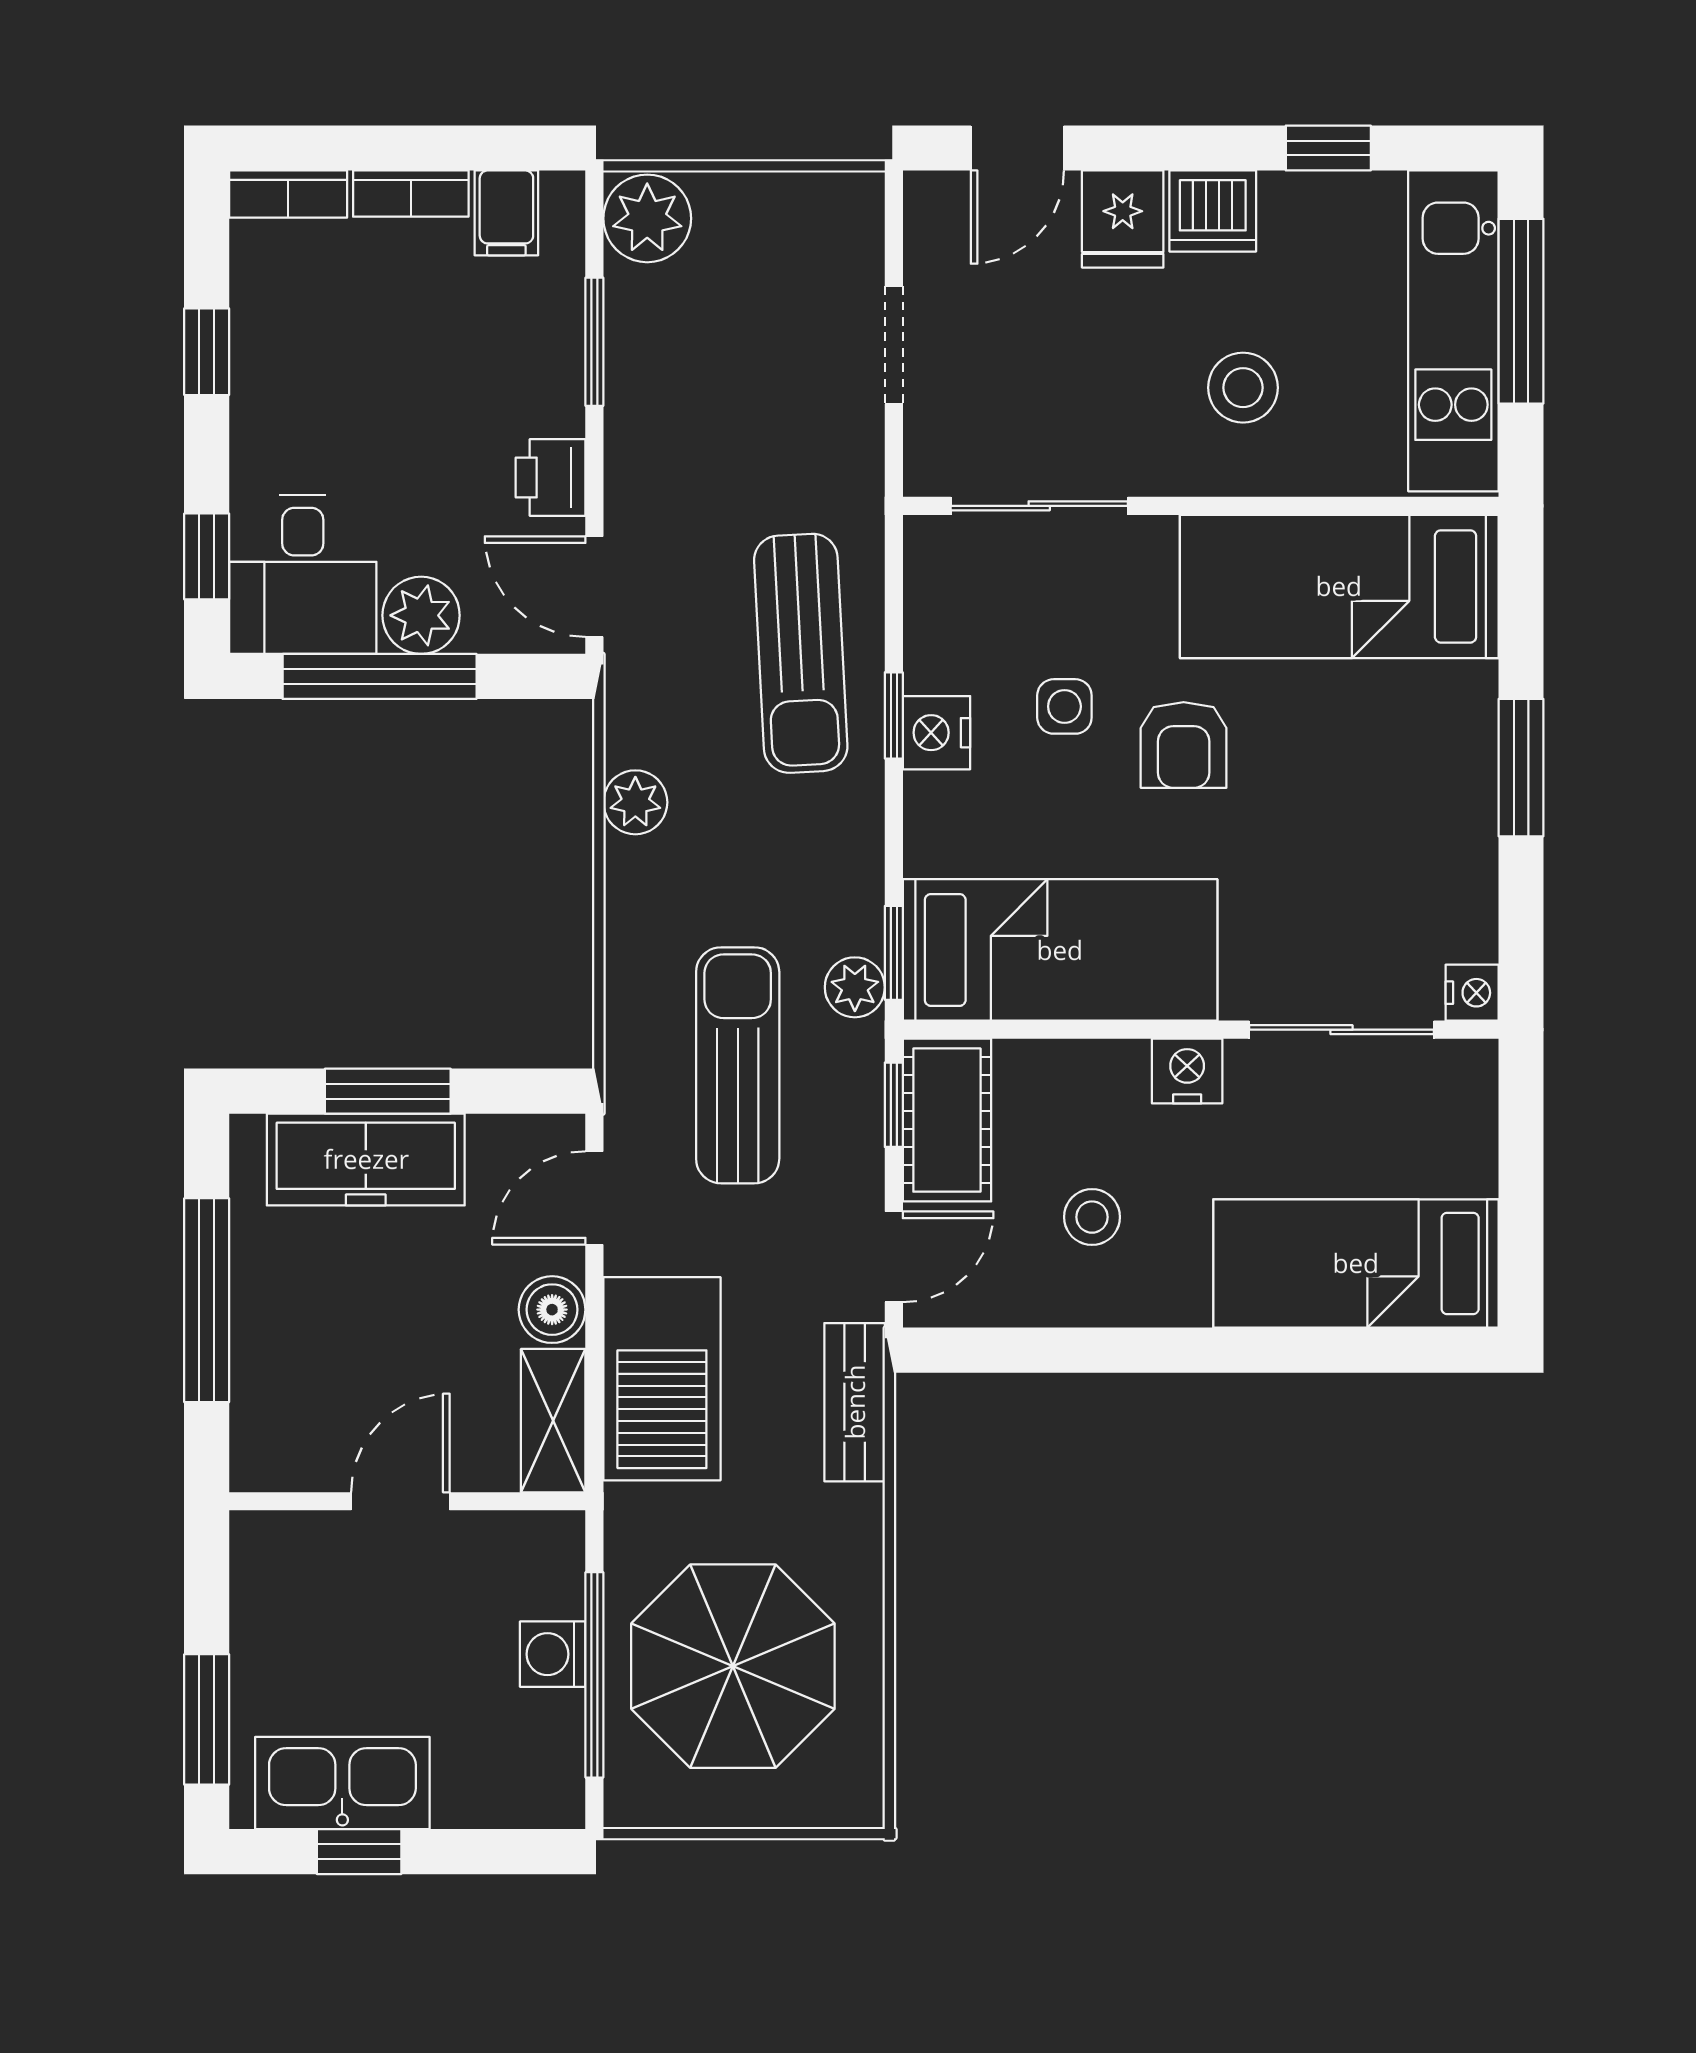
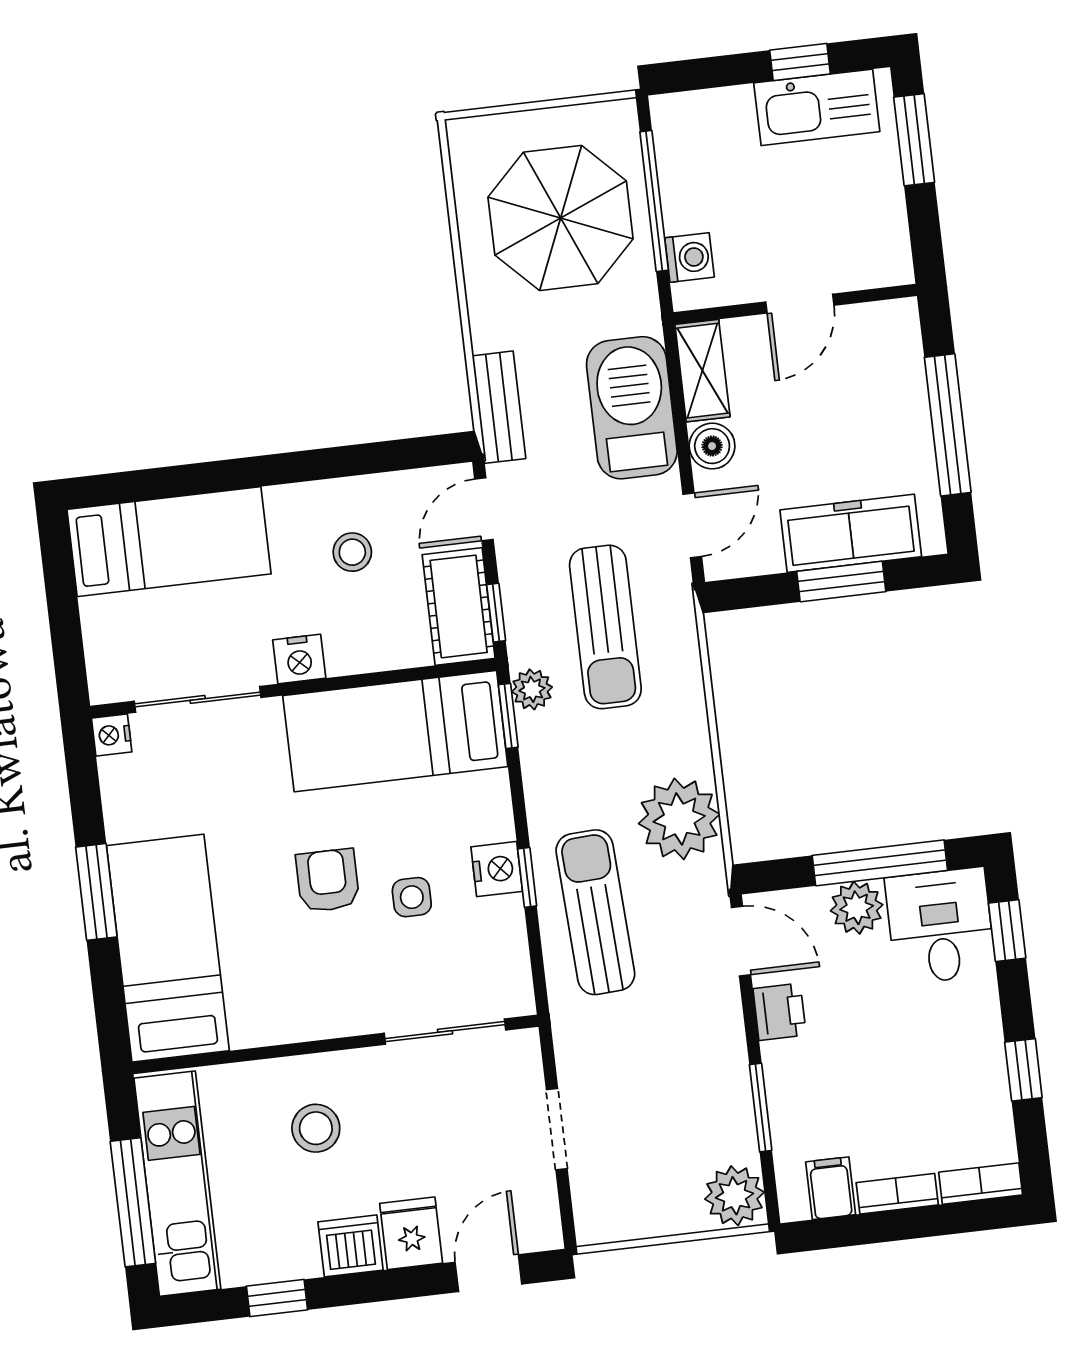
bed: (1339, 586) -> (168, 948), moved, turned -90
plant: (635, 802) -> (679, 819), width x1.87, depth x1.87
washing machine: (553, 1654) -> (689, 257), moved

